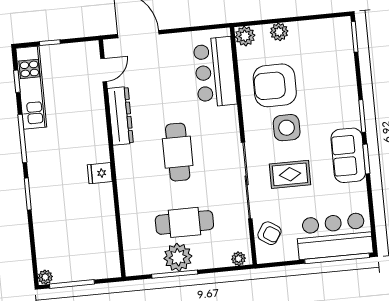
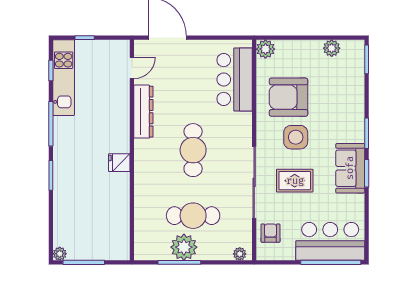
plant: (279, 32) -> (332, 48), moved
armchair: (269, 233) -> (270, 233), turned -123

